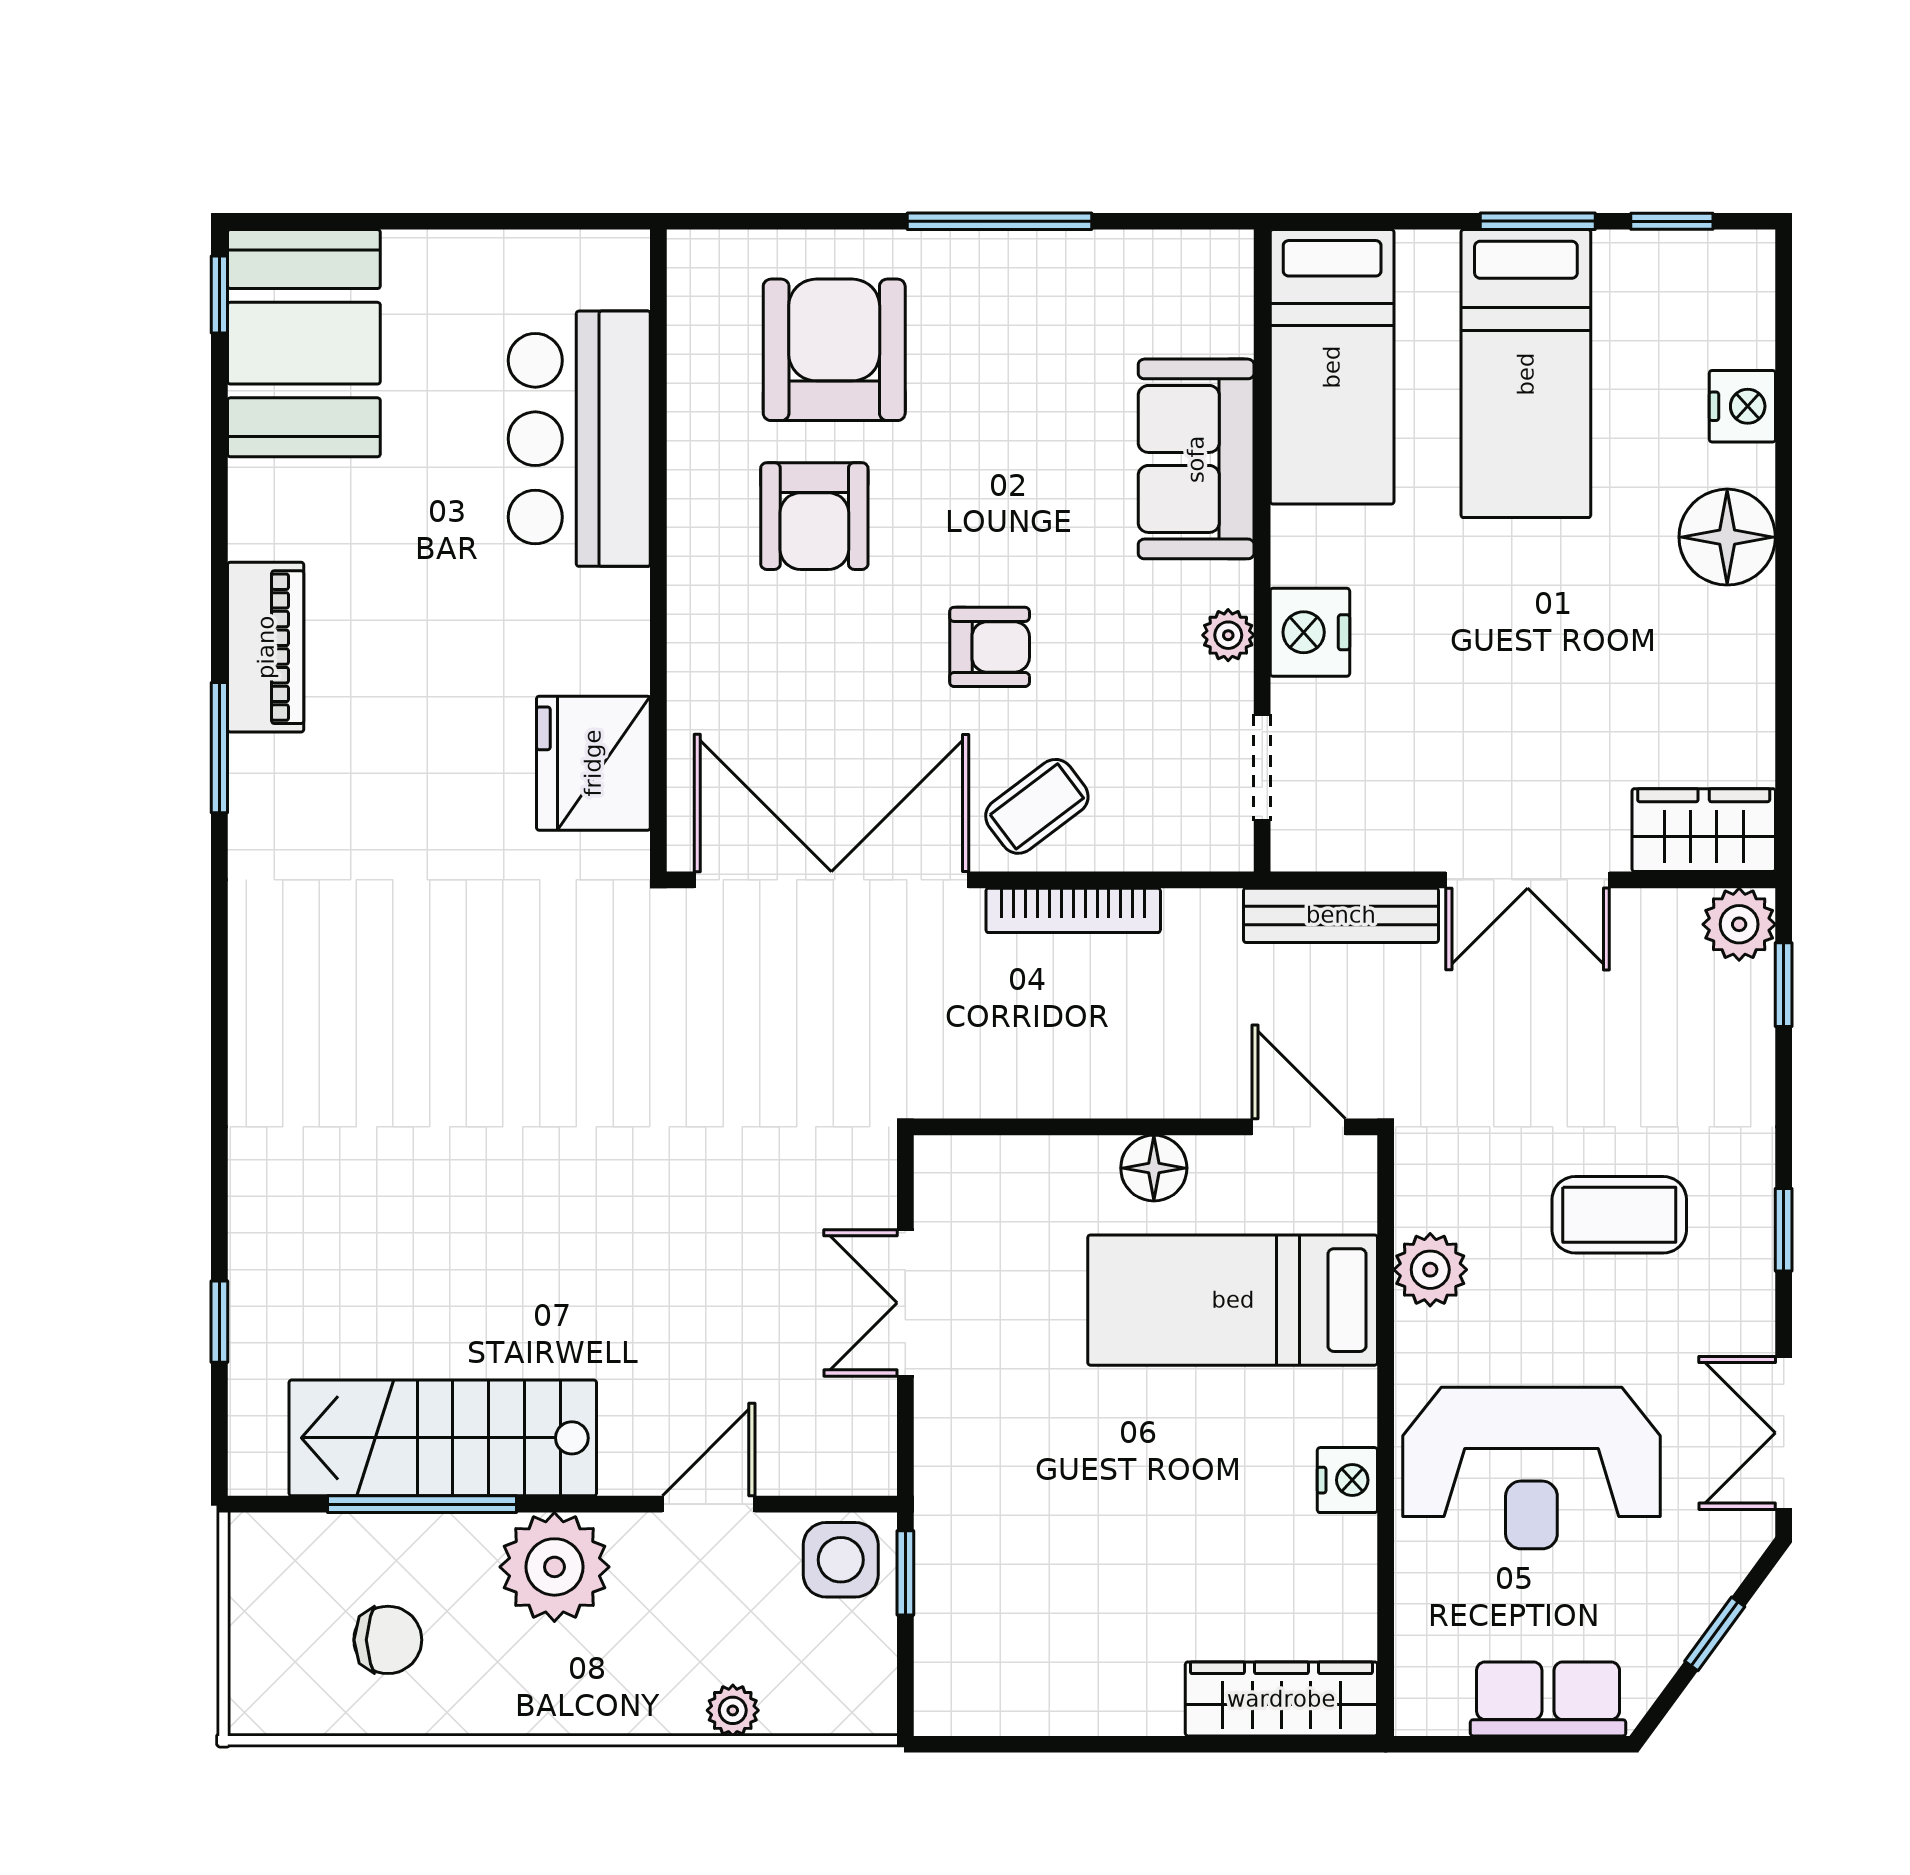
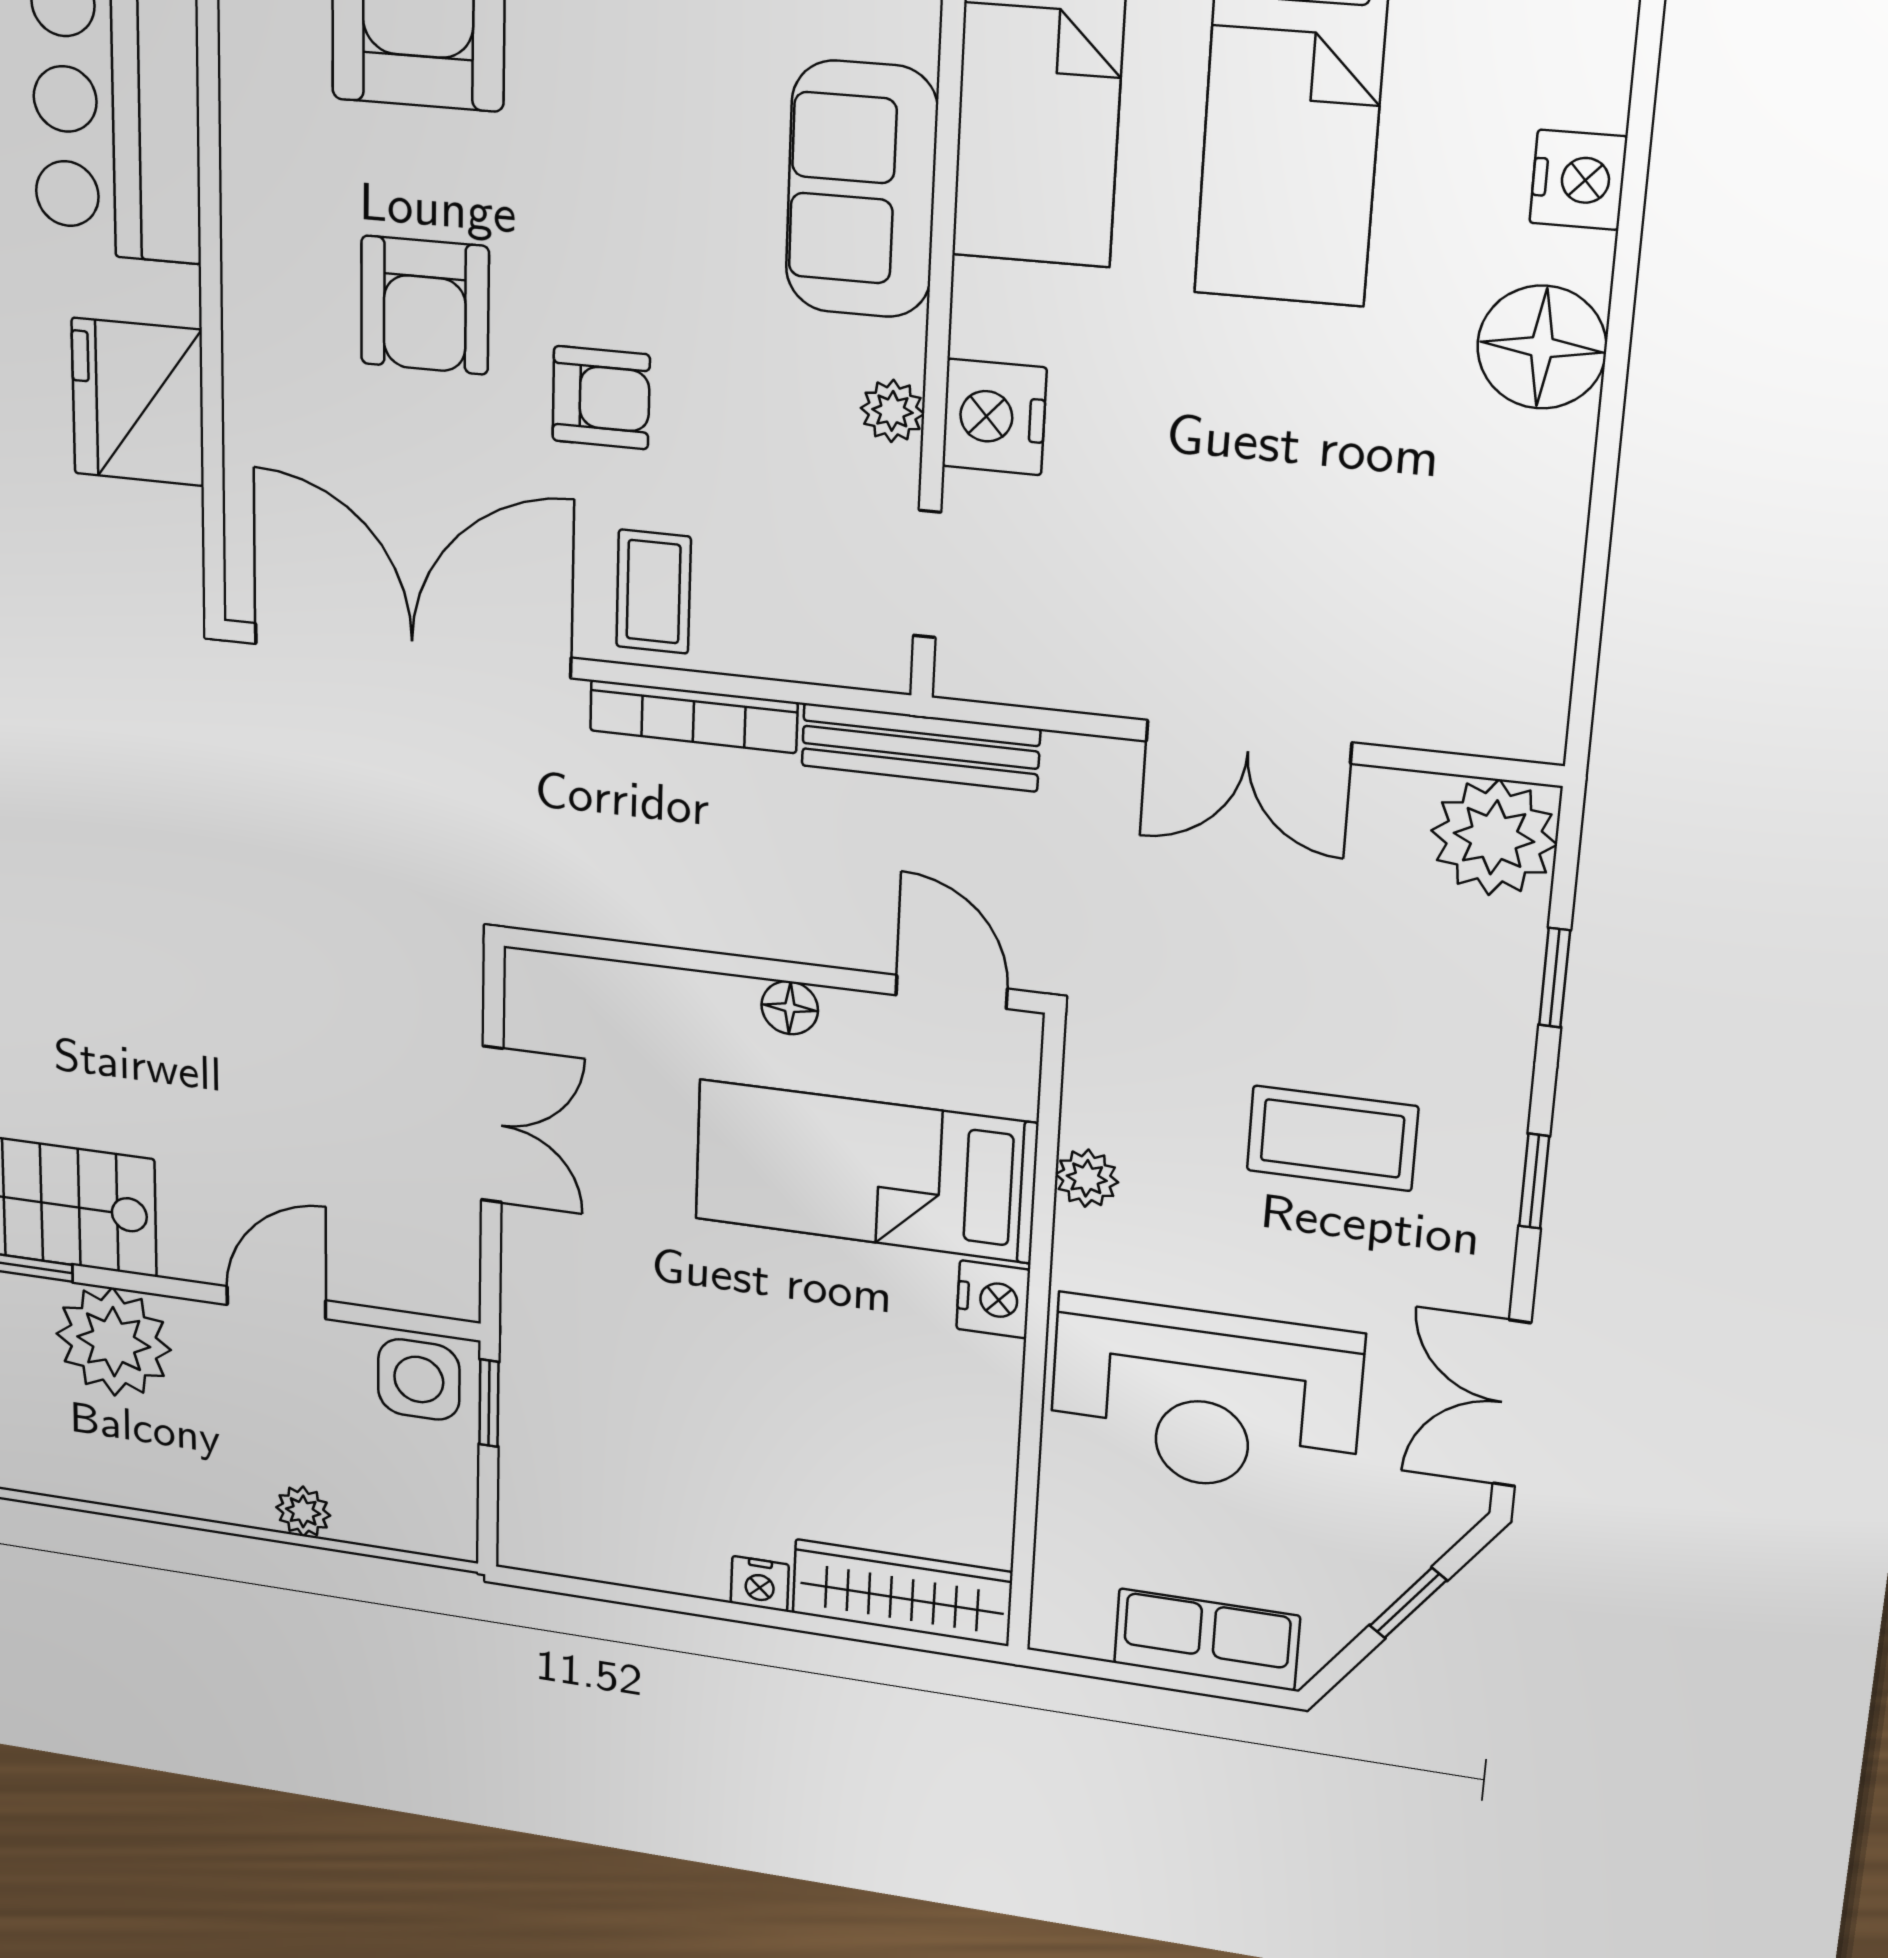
armchair: (814, 516) -> (425, 305), moved
fridge: (593, 763) -> (138, 402), moved
coffee table: (1037, 806) -> (653, 592), turned -53
wardrobe: (1704, 830) -> (1477, 707), removed
bench: (1341, 915) -> (920, 747), moved
plant: (1739, 924) -> (1494, 837), width x1.36, depth x1.36
window: (1784, 985) -> (1555, 978), moved
floor lamp: (1154, 1168) -> (790, 1008), width x0.73, depth x0.73
plant: (1430, 1270) -> (1087, 1178), width x0.73, depth x0.73
double door: (905, 1303) -> (492, 1125), swing flipped
nightstand: (1347, 1480) -> (993, 1299), moved
nightstand: (1155, 1712) -> (760, 1584), added

